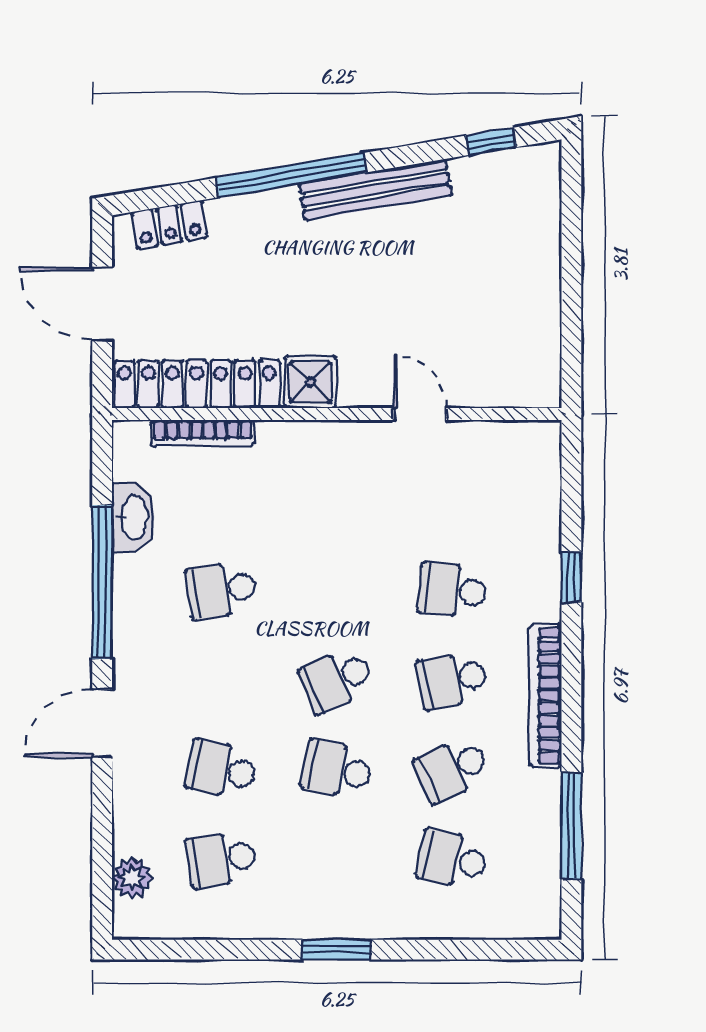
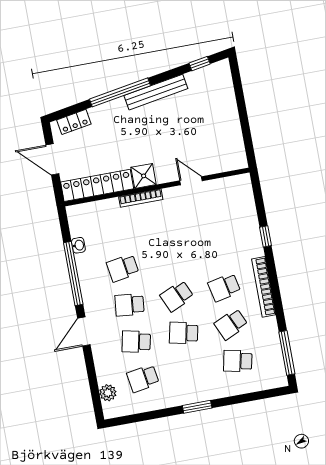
bookcase: (203, 433) -> (141, 198), moved
washbasin: (133, 517) -> (78, 245), width x0.52, depth x0.69
school desk: (452, 590) -> (129, 305), moved
window: (571, 826) -> (287, 353), moved

